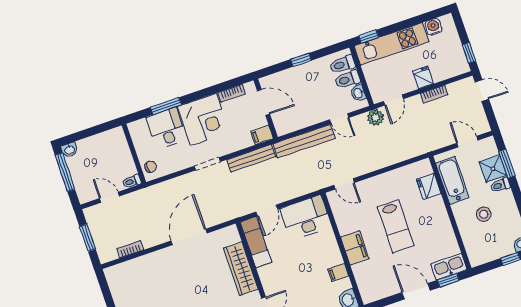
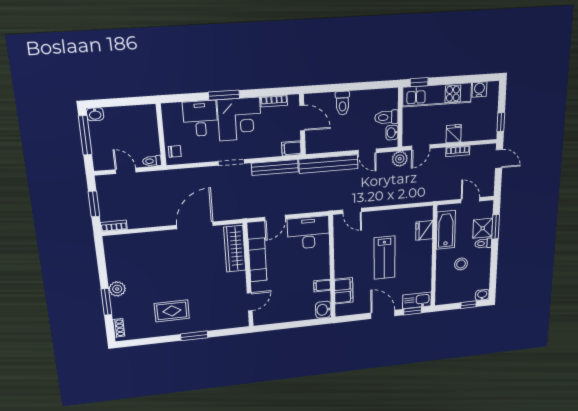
window: (301, 60) -> (350, 87), removed
toilet: (342, 64) -> (342, 103), moved, turned -90
window: (166, 106) -> (224, 95), moved
exam couch: (256, 242) -> (258, 260), moved
filing cabinet: (355, 248) -> (344, 291), moved
bookcase: (130, 249) -> (114, 226), moved
wardrobe: (241, 269) -> (235, 249), moved

